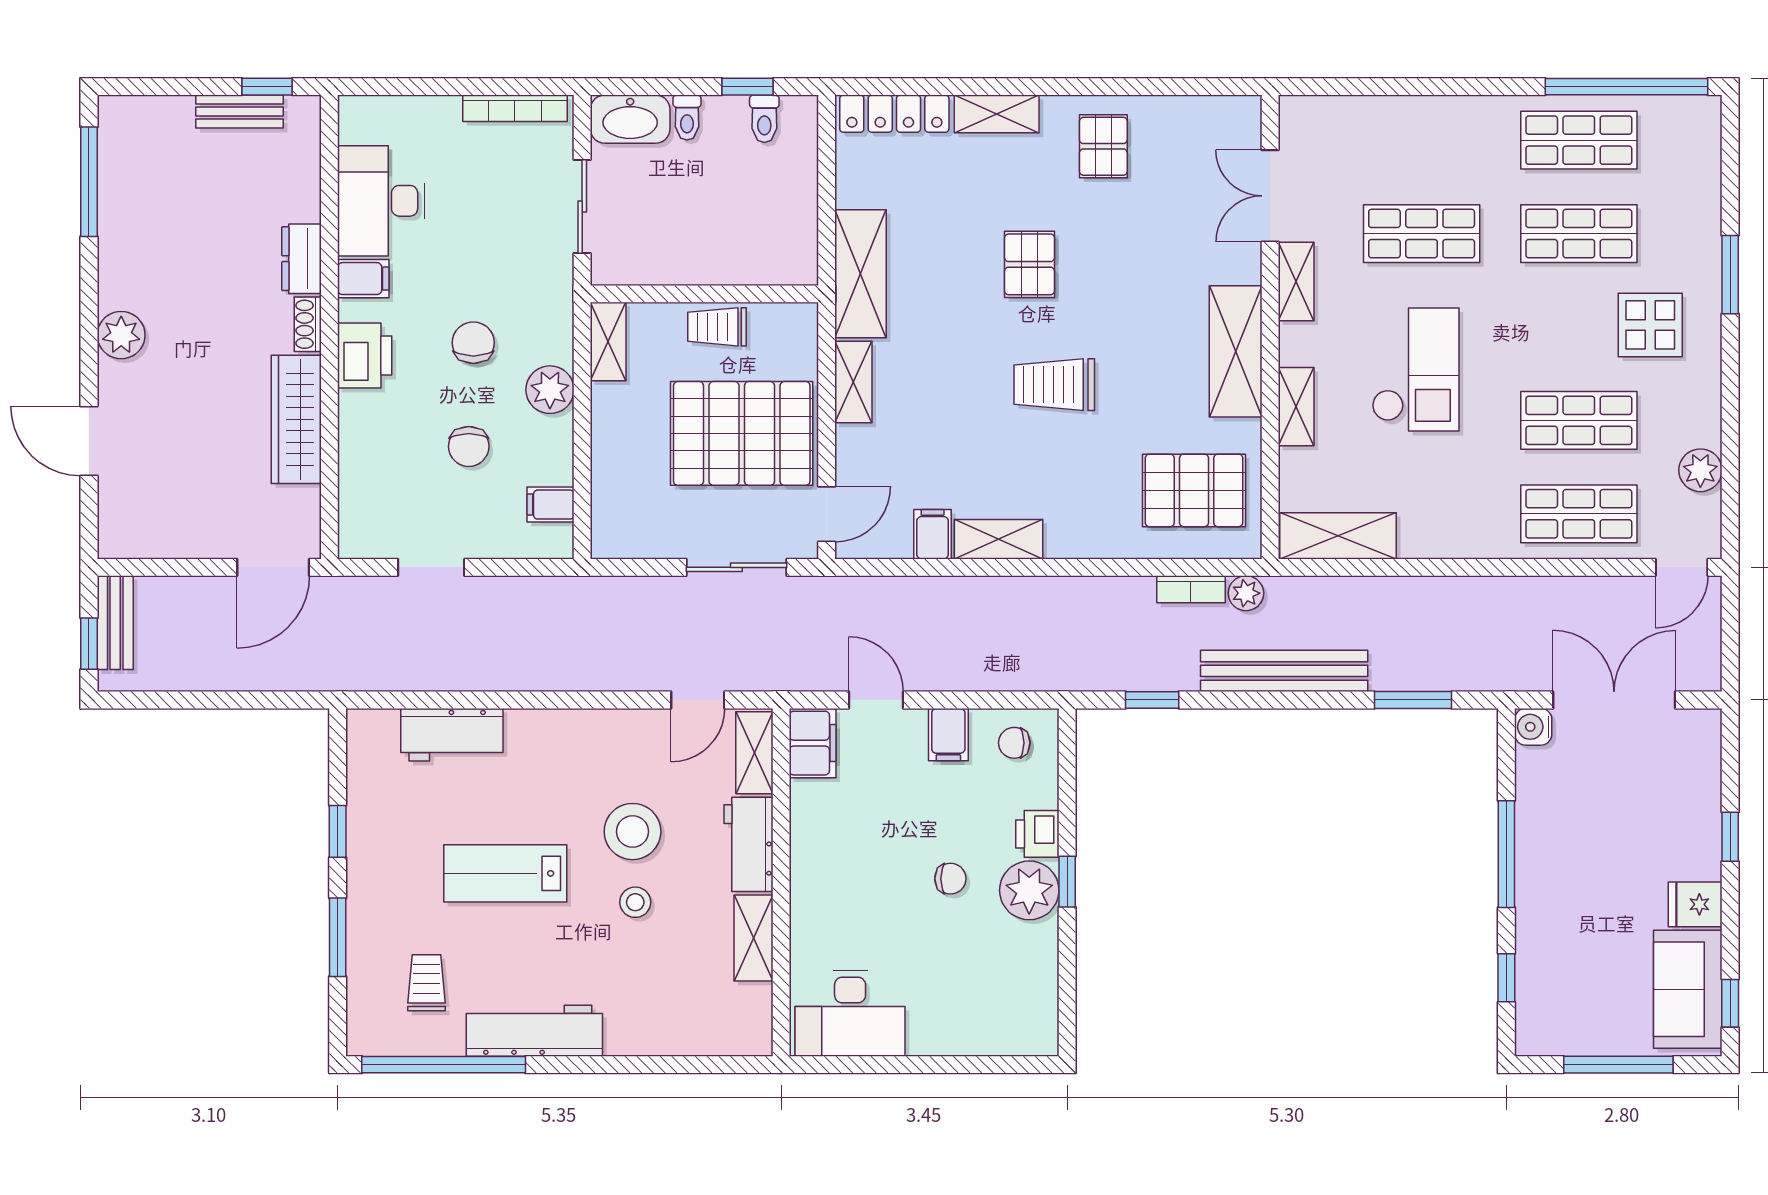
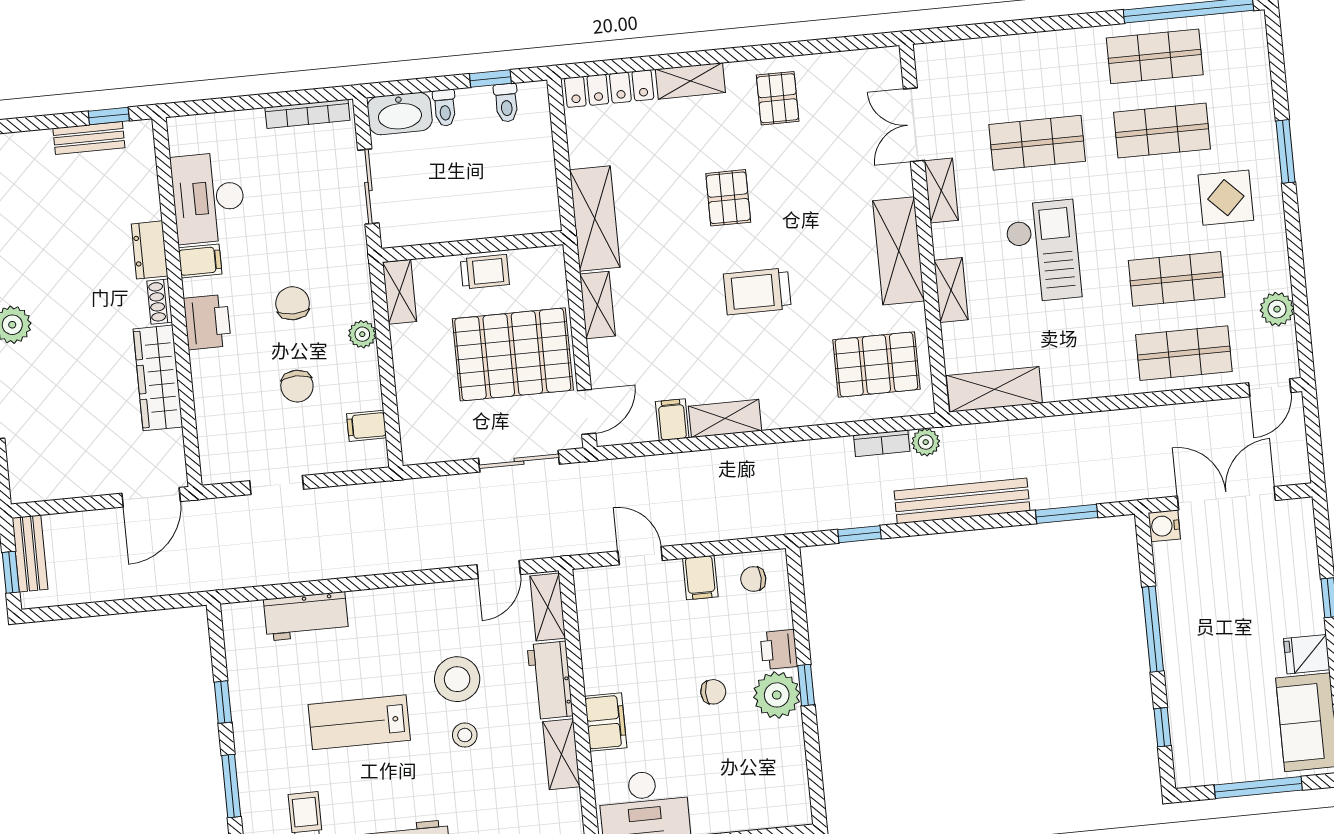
trolley: (717, 327) -> (485, 272), turned 180
plant: (550, 390) -> (362, 334), width x0.73, depth x0.73
filing cabinet: (813, 743) -> (606, 722), moved

